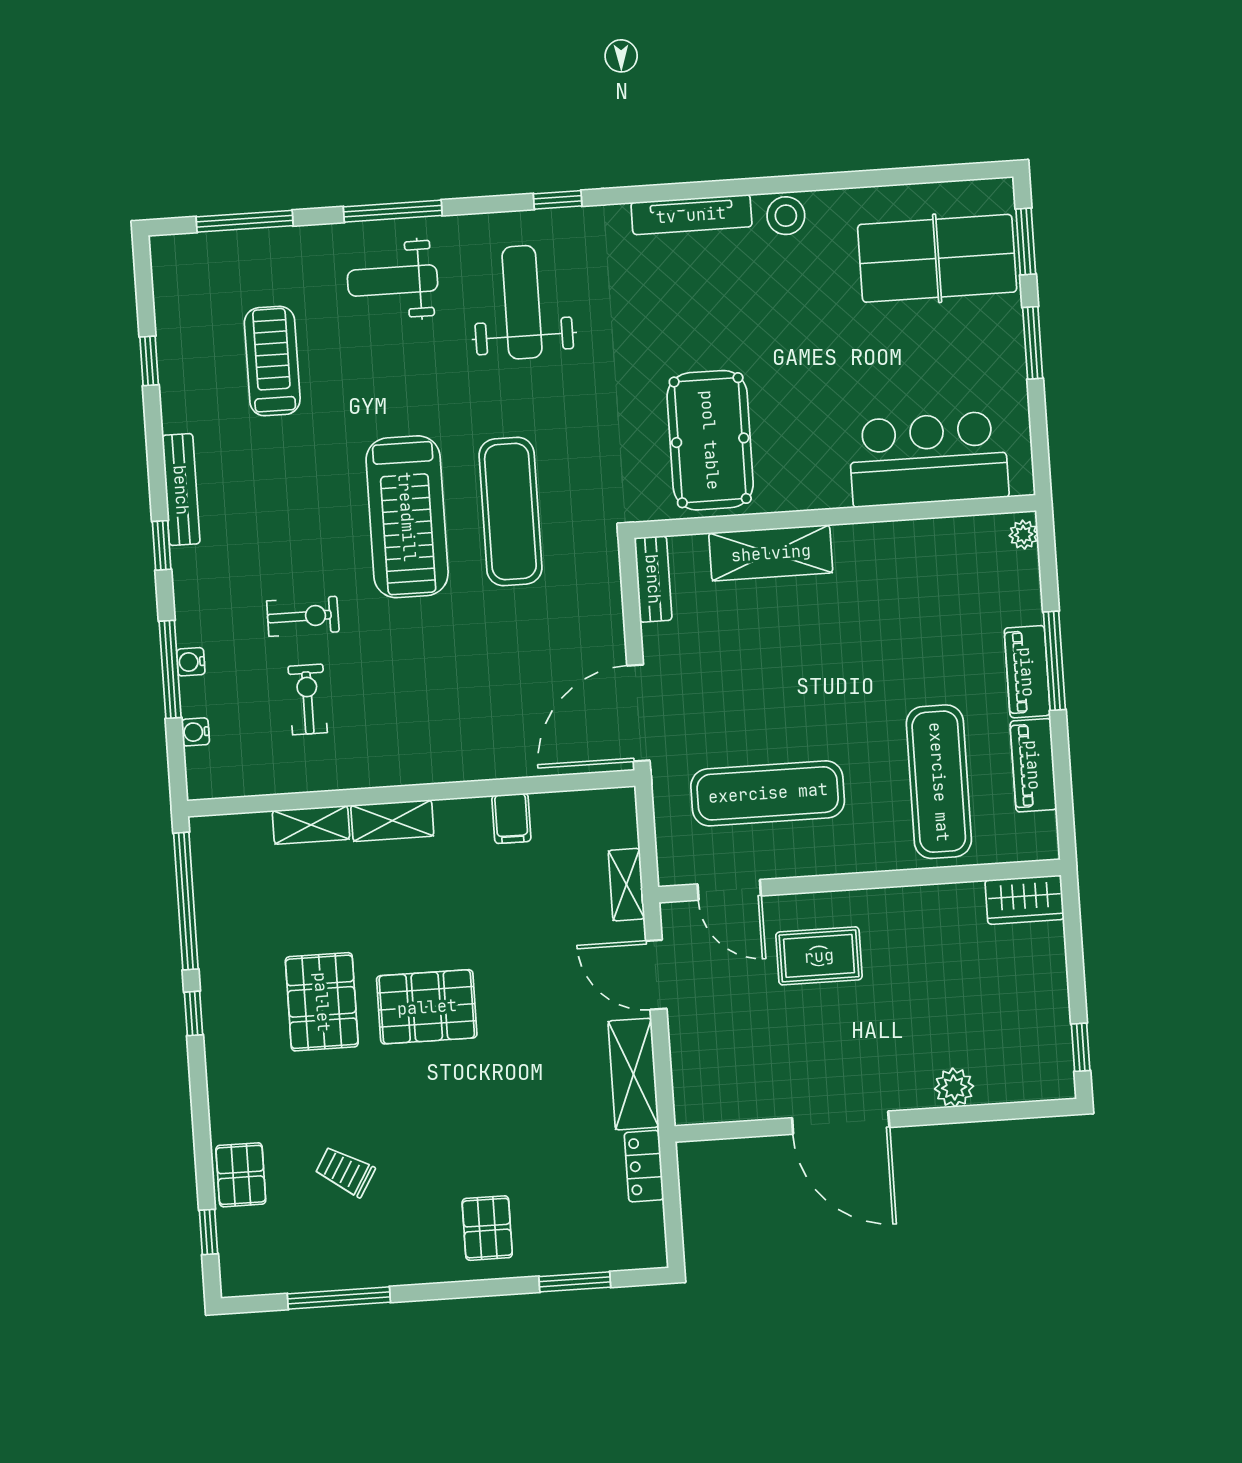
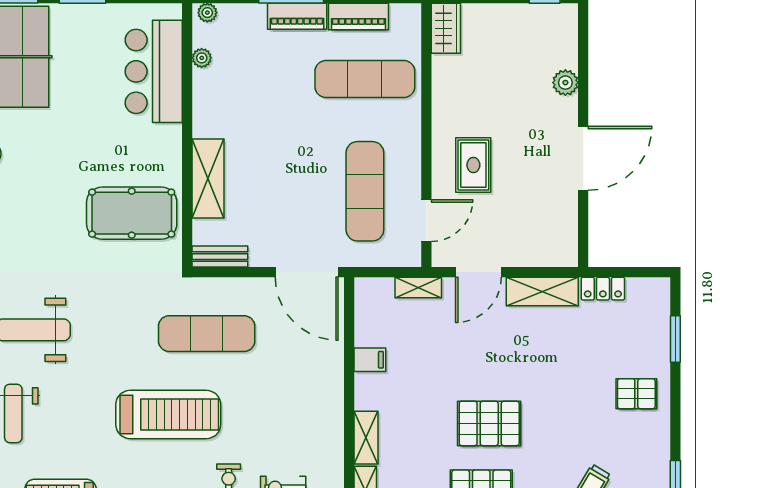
exercise mat: (510, 512) -> (207, 334), moved
plant: (954, 531) -> (202, 58), added
pallet: (427, 1007) -> (489, 423), turned 90

